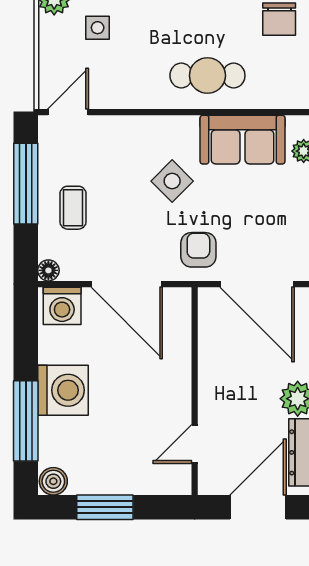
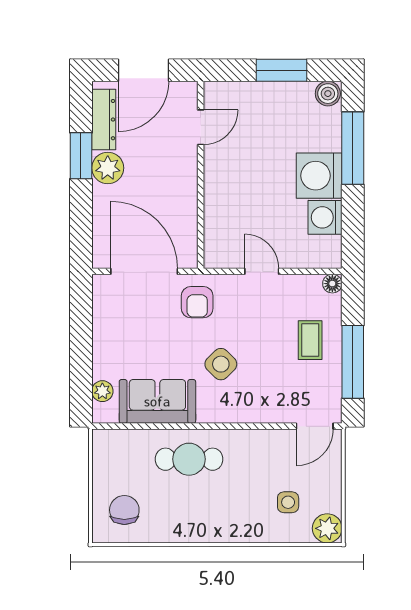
door: (127, 284) -> (262, 271), width x0.53
washing machine: (62, 306) -> (325, 217), moved, turned -90

